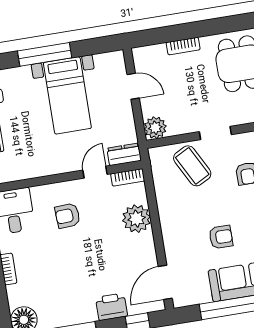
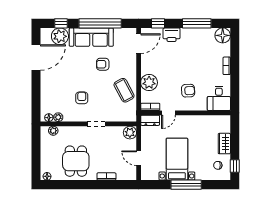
coffee table: (192, 166) -> (124, 90), moved

